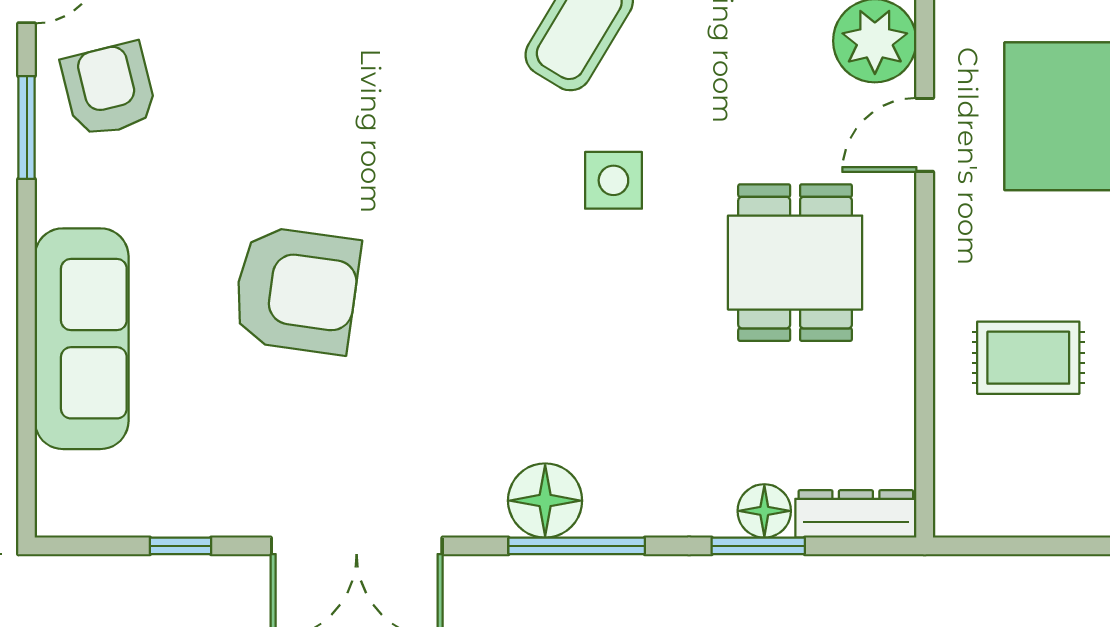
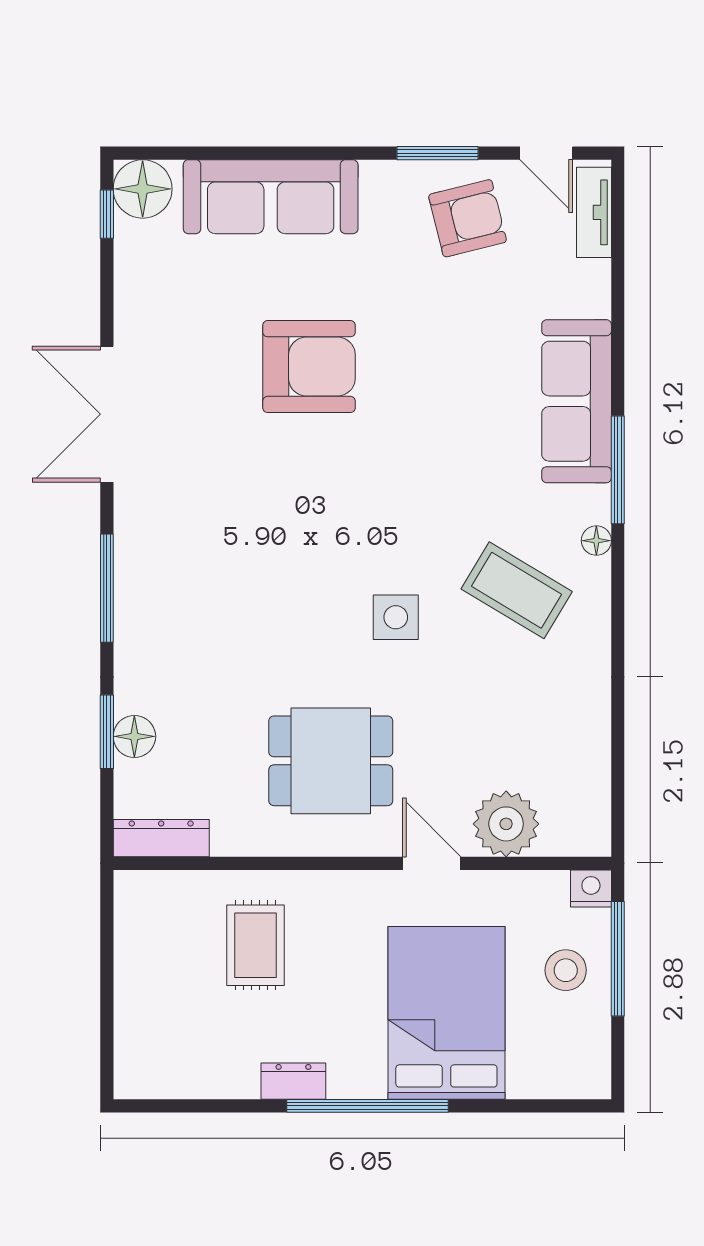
armchair: (296, 290) -> (309, 367), turned -98
floor lamp: (545, 501) -> (143, 189), moved
dresser: (856, 514) -> (161, 838), moved, turned -90
window: (180, 546) -> (107, 214), moved

